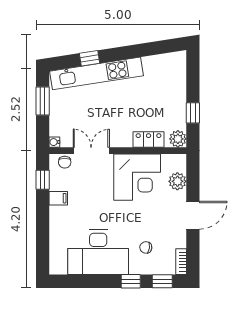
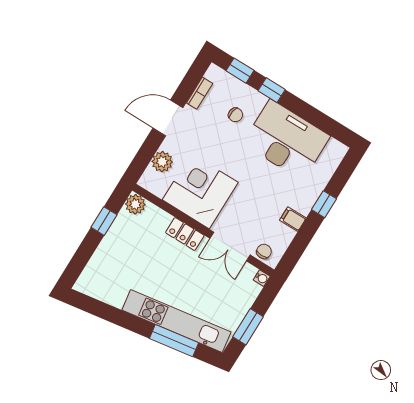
window: (90, 58) -> (174, 341), width x2.17
locker: (149, 139) -> (185, 234), moved
window: (43, 180) -> (324, 204), moved
bookcase: (181, 262) -> (200, 93), moved

